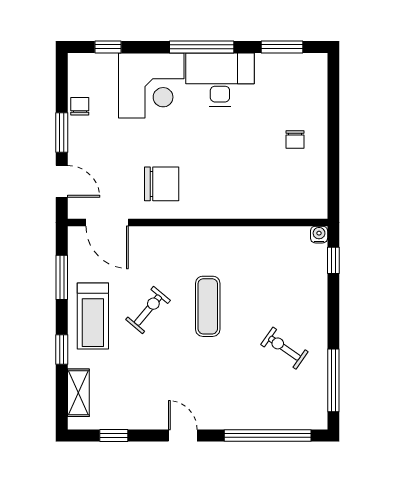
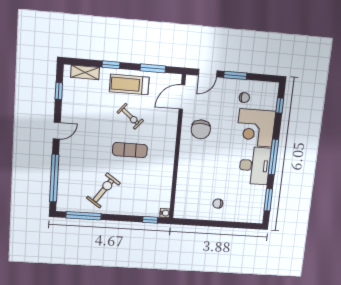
chair: (80, 106) -> (244, 98), moved
exercise bike: (284, 348) -> (103, 190), width x1.38, depth x1.39

